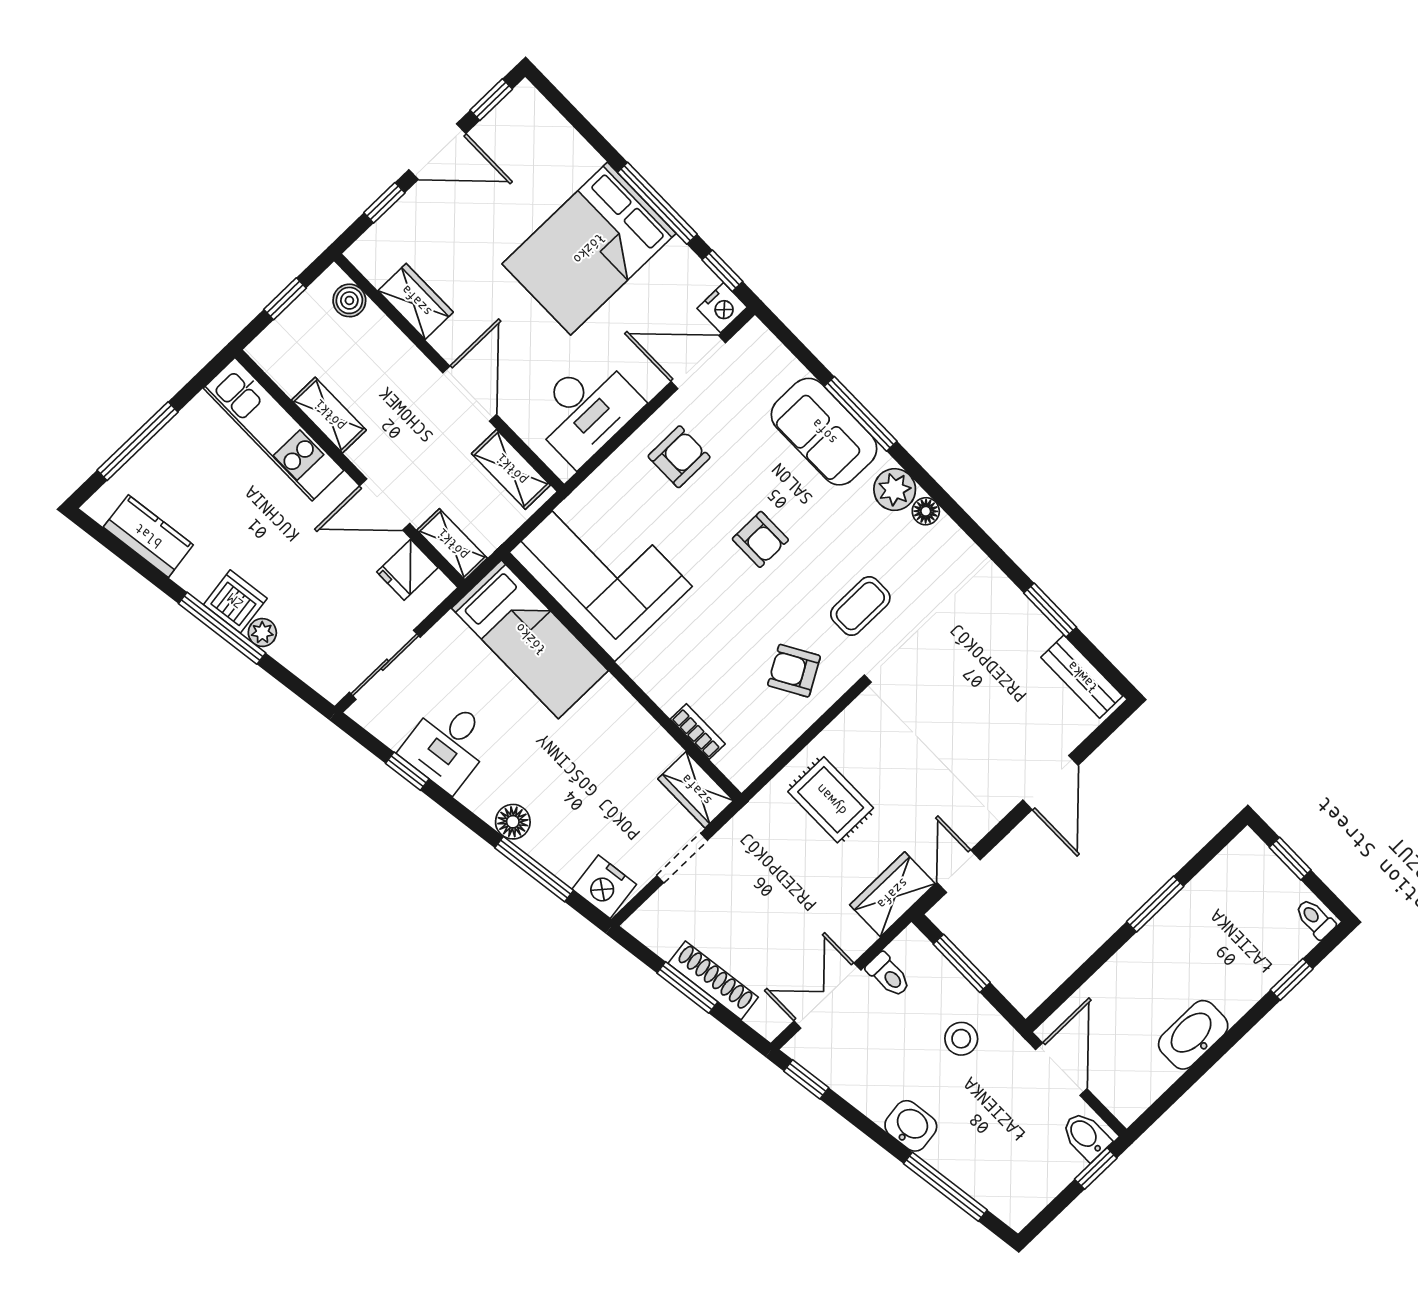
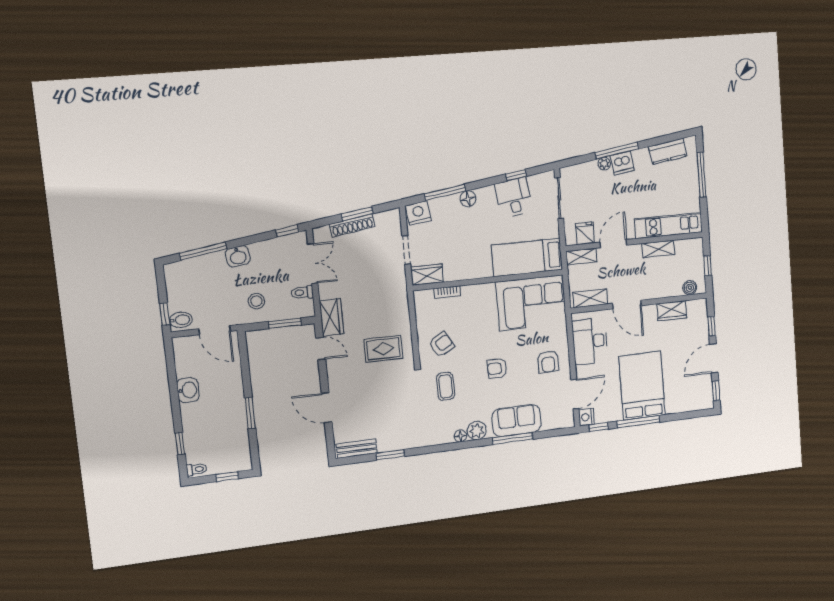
rug: (831, 800) -> (383, 349), moved
washbasin: (1193, 1035) -> (188, 390), width x0.72

